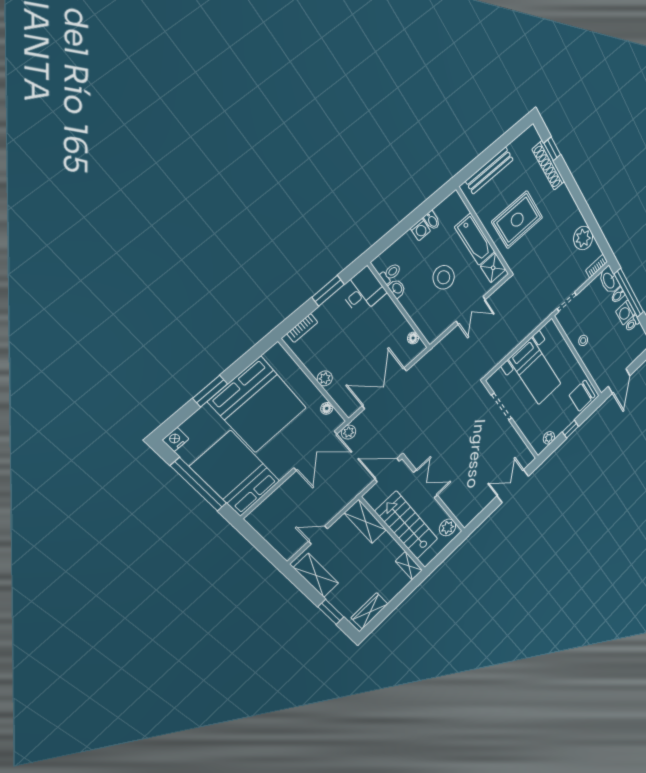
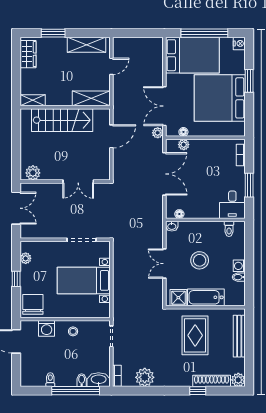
plant: (531, 136) -> (238, 380), added
window: (552, 149) -> (198, 391), moved
washbasin: (397, 288) -> (172, 226), moved
washing machine: (625, 313) -> (47, 328), moved, turned 180
plant: (325, 378) -> (184, 145), moved
double door: (426, 484) -> (78, 181), moved
wall: (434, 495) -> (65, 181), moved
plant: (448, 527) -> (33, 173), moved

